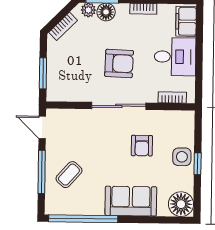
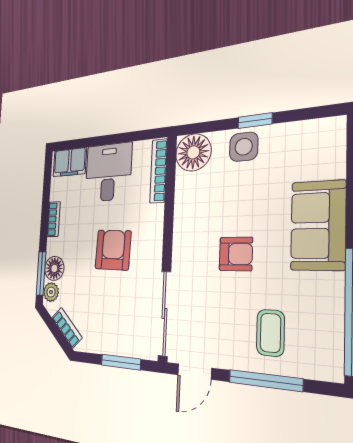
bookcase: (172, 97) -> (159, 171), width x1.56
sliding door: (119, 106) -> (165, 314), moved
armchair: (142, 146) -> (236, 254), moved
coffee table: (69, 175) -> (270, 333), turned 48
floor lamp: (181, 204) -> (193, 152), moved

